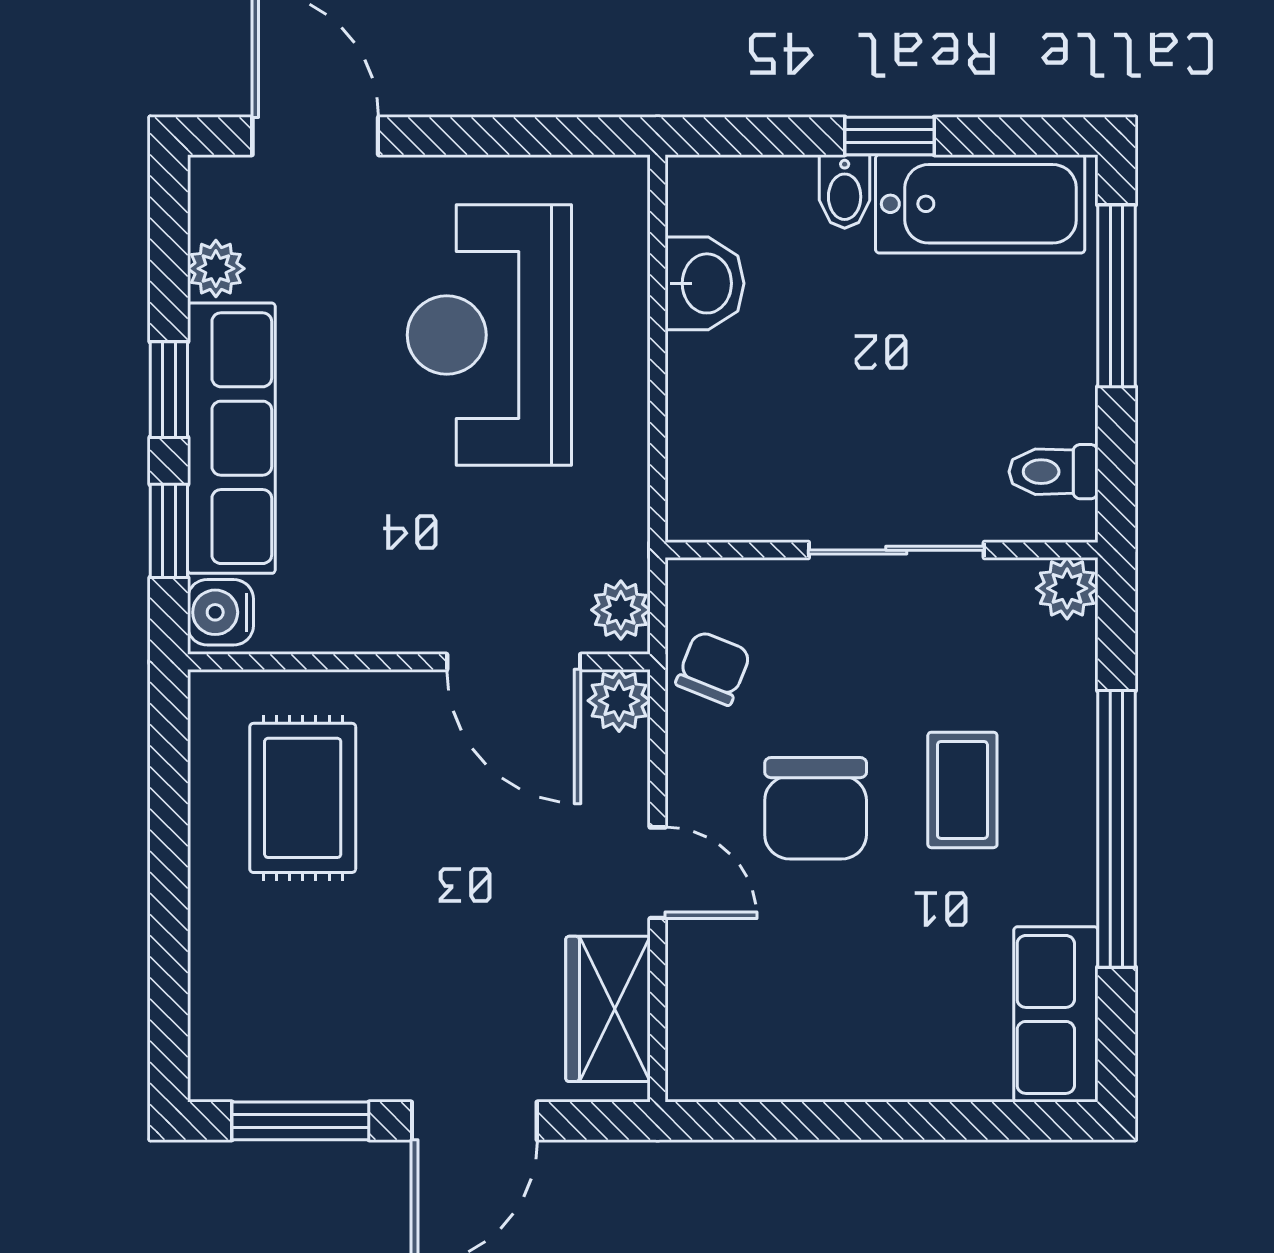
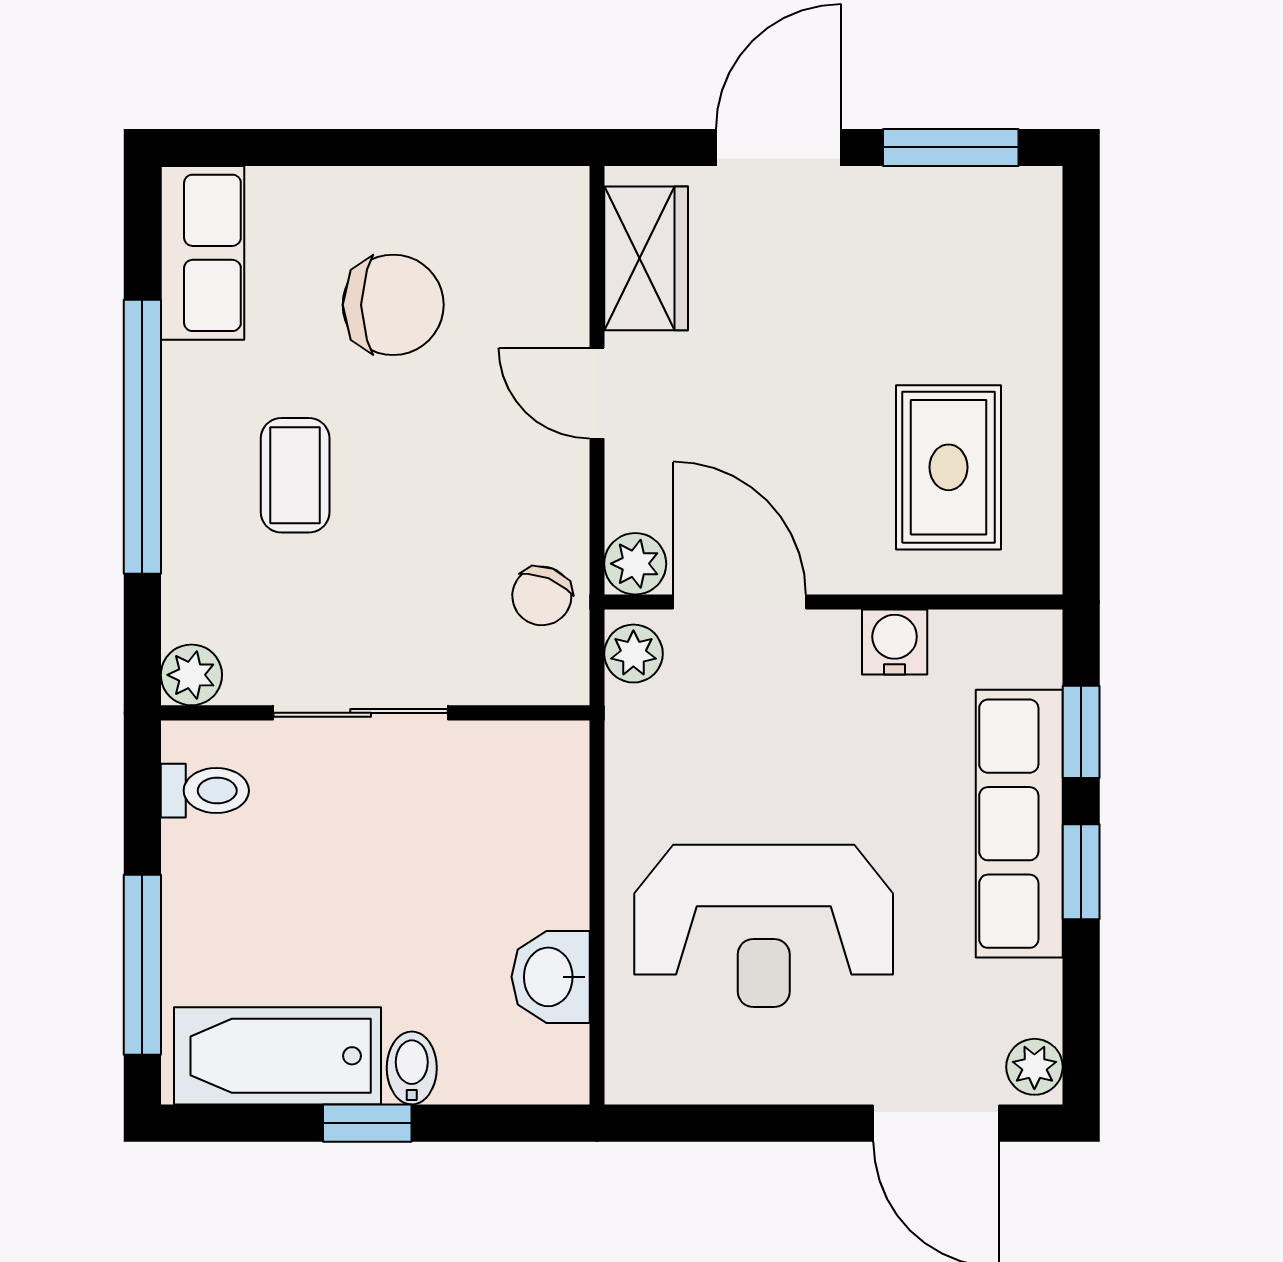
plant: (216, 269) -> (1034, 1067), moved
reception desk: (489, 335) -> (764, 926), turned 90
water cooler: (220, 612) -> (895, 642), moved, turned -90
chair: (816, 808) -> (393, 305), moved, turned 90

